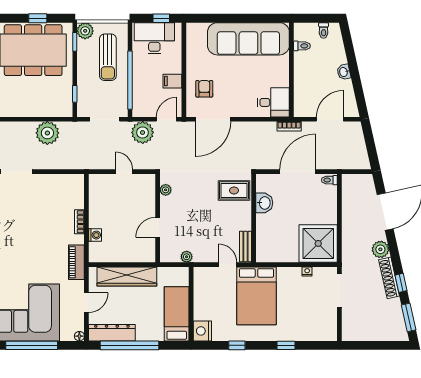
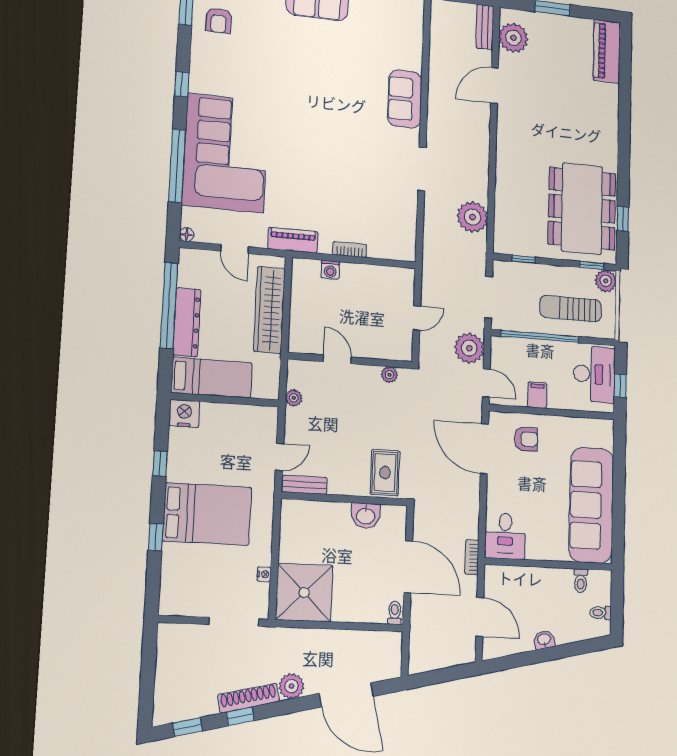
bed: (256, 296) -> (207, 514), moved, turned 180
window: (409, 317) -> (187, 727), width x0.67
dresser: (112, 333) -> (187, 322), moved

